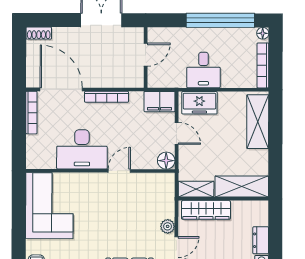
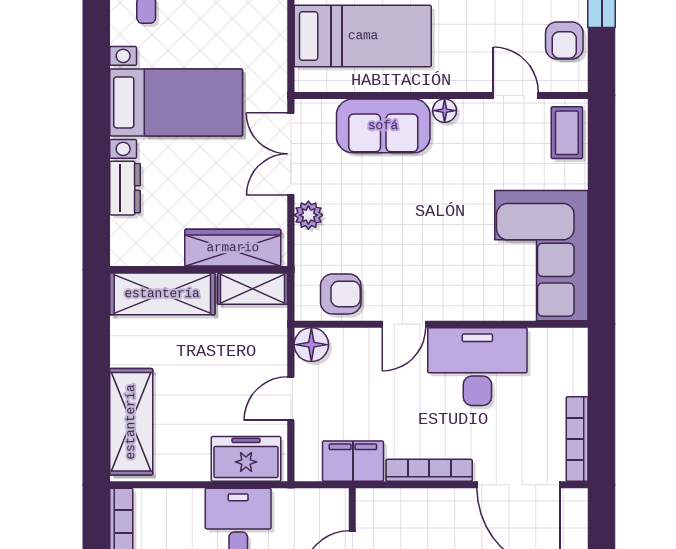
filing cabinet: (160, 102) -> (353, 461), moved
door: (177, 133) -> (291, 399), hinge flipped
armchair: (151, 186) -> (341, 294), added

